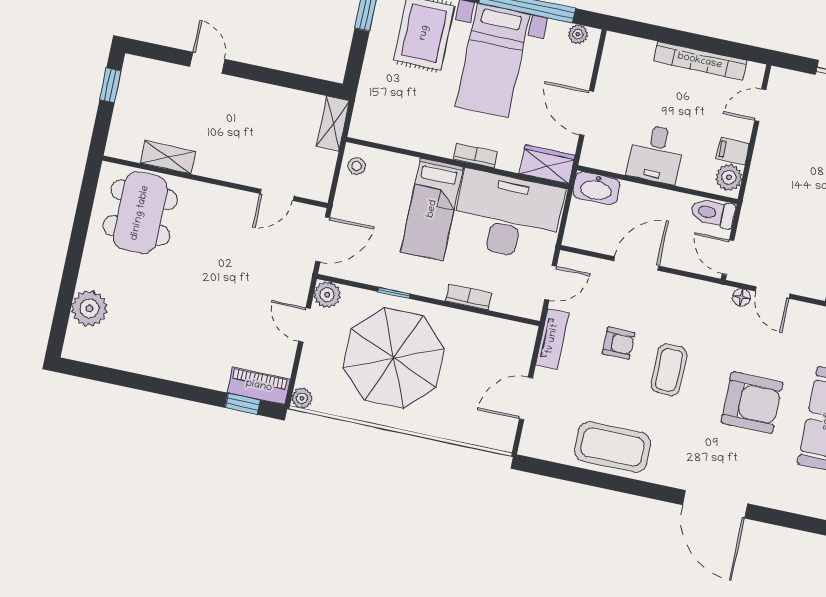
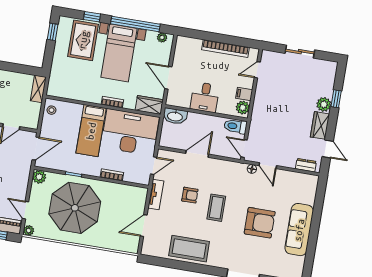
door: (304, 325) -> (25, 210), moved

